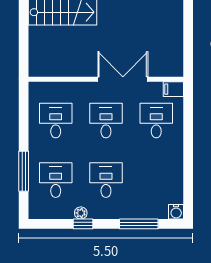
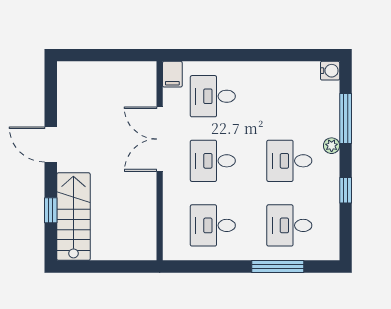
plant: (81, 213) -> (332, 146), moved

